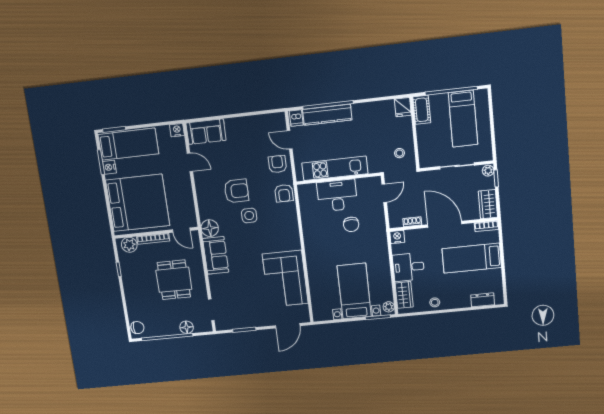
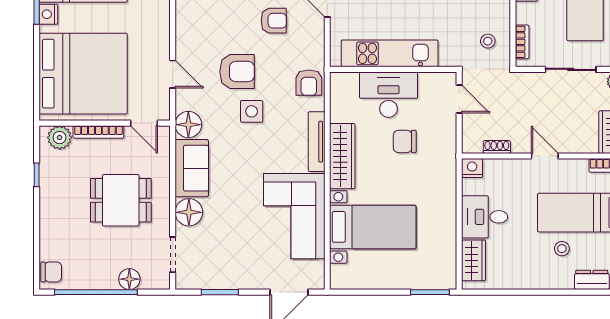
bookcase: (423, 151) -> (522, 42), added
door: (190, 162) -> (173, 74), moved
armchair: (277, 164) -> (274, 21), moved, turned 90
door: (384, 193) -> (459, 99), hinge flipped
chair: (351, 224) -> (405, 141), turned 90
door: (445, 224) -> (545, 156), width x0.53
tv unit: (294, 230) -> (317, 142), added
wardrobe: (312, 238) -> (342, 156), added
dining table: (174, 280) -> (121, 200), turned 90
floor lamp: (218, 283) -> (189, 212), added
bed with nightstands: (354, 291) -> (373, 227), moved, turned 90
stool: (435, 302) -> (562, 249), moved
plant: (389, 307) -> (448, 277), removed

